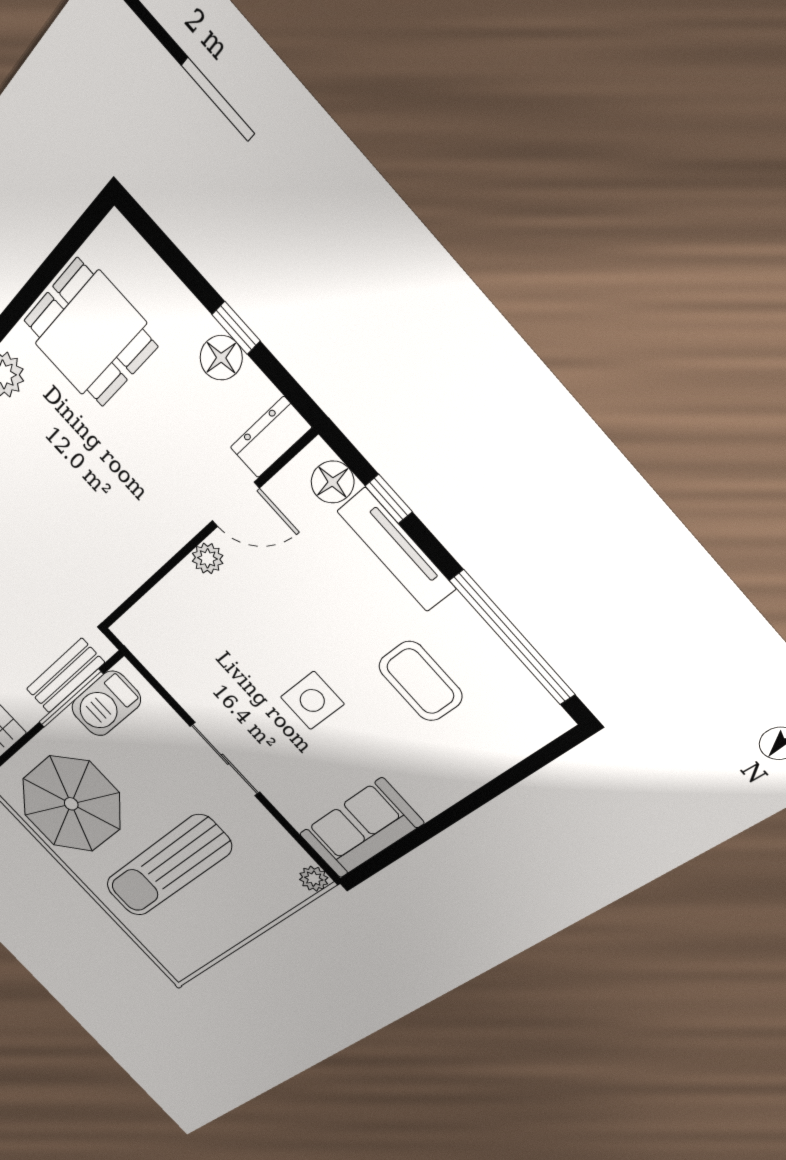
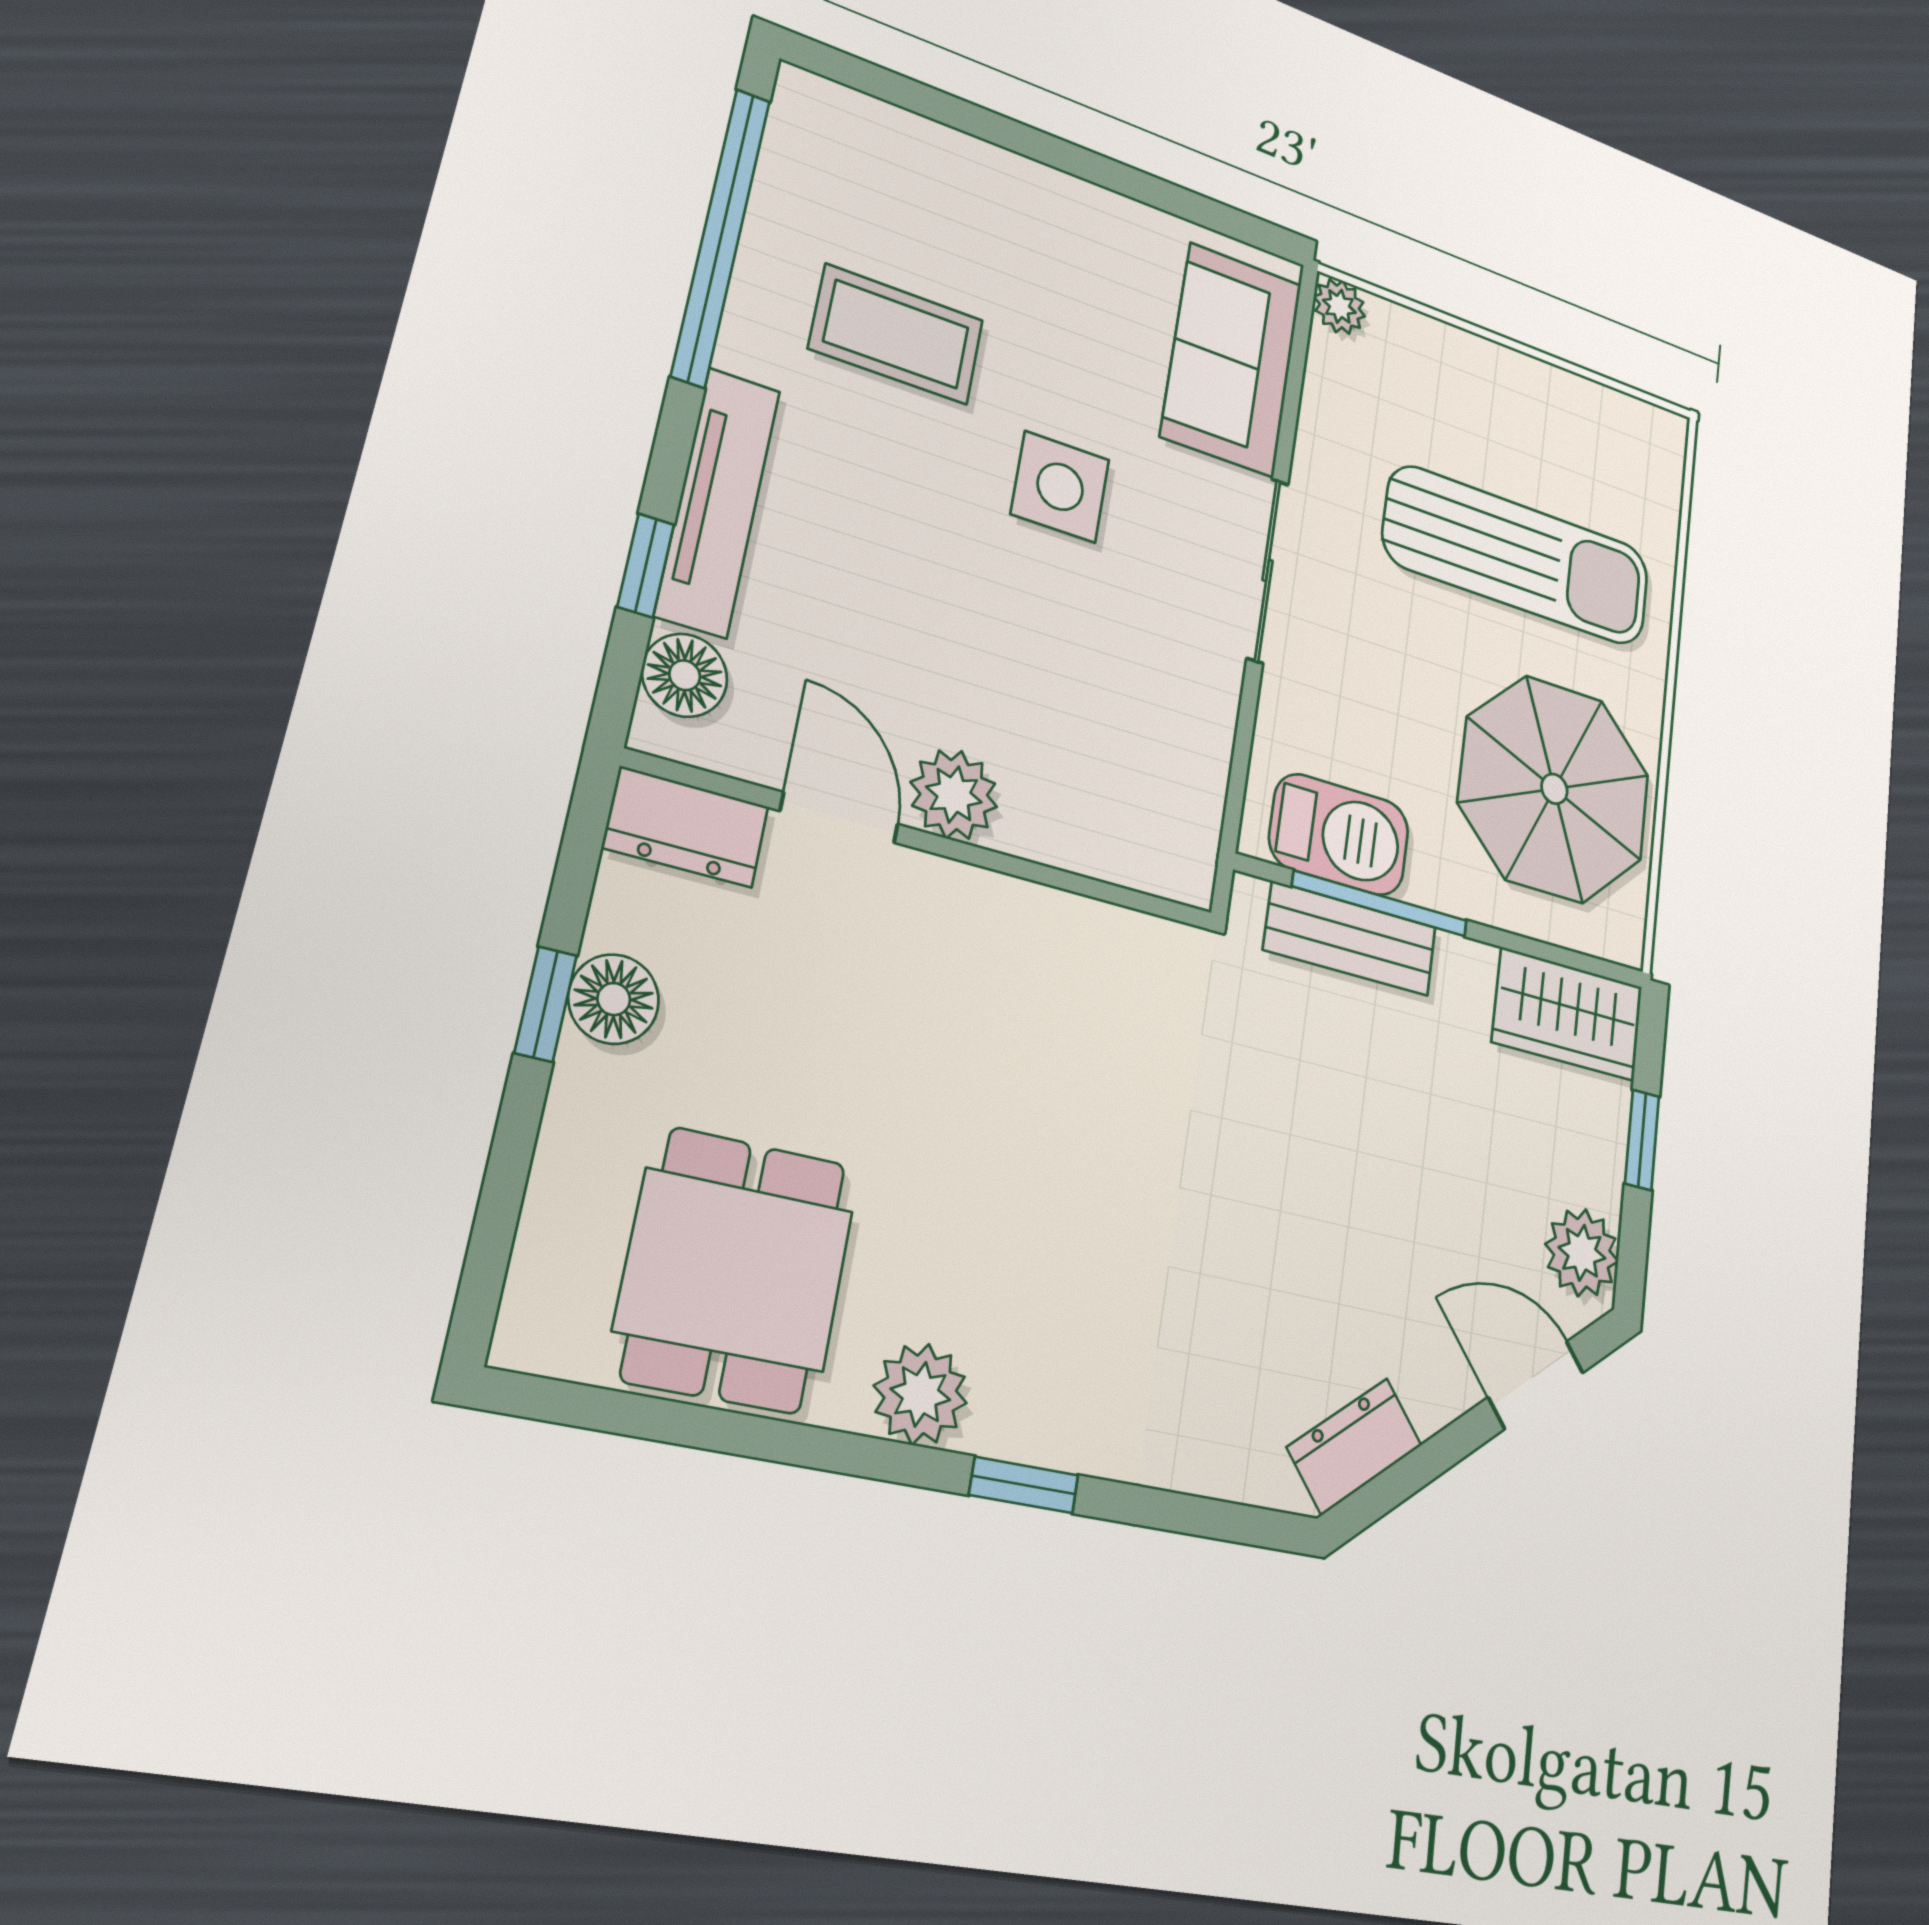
plant: (208, 558) -> (954, 795), width x1.38, depth x1.38
coffee table: (420, 681) -> (896, 334), turned 90
sofa: (361, 829) -> (1232, 359), moved, turned 90

